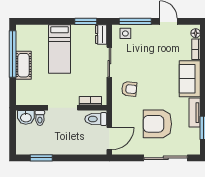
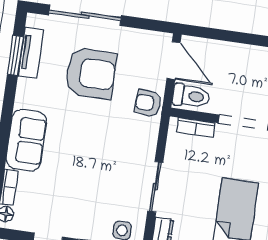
armchair: (129, 89) -> (148, 103), moved
tv unit: (195, 113) -> (31, 53), moved
door: (109, 138) -> (174, 61), swing flipped

